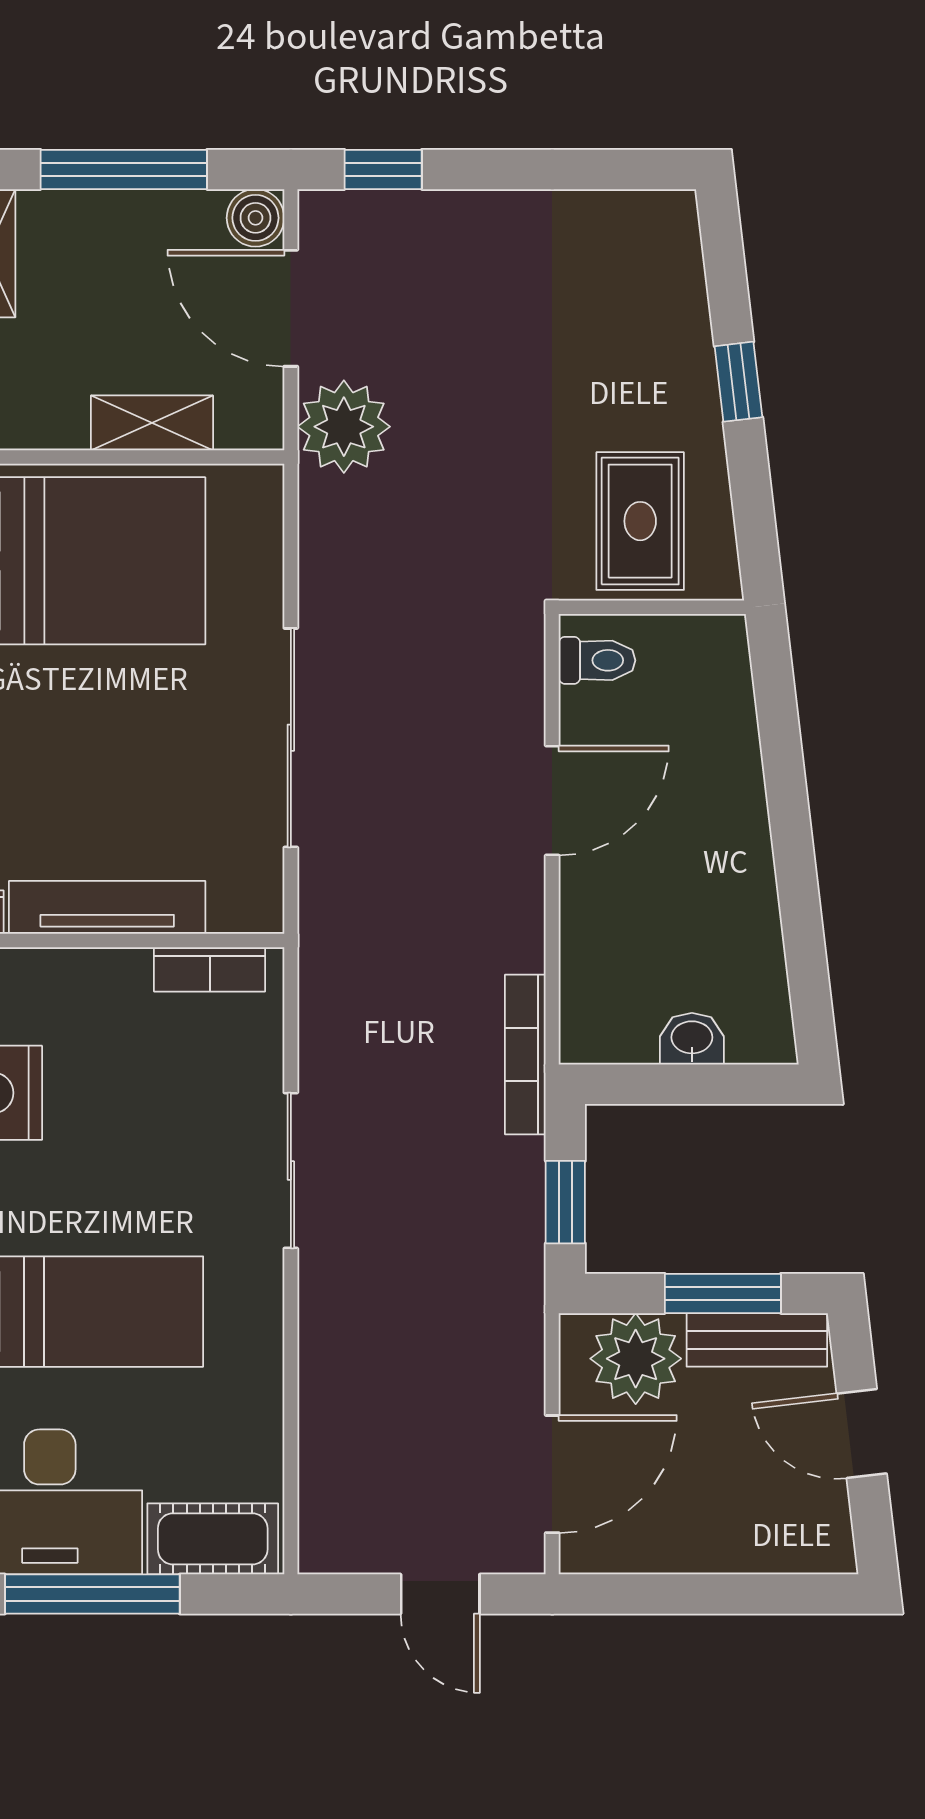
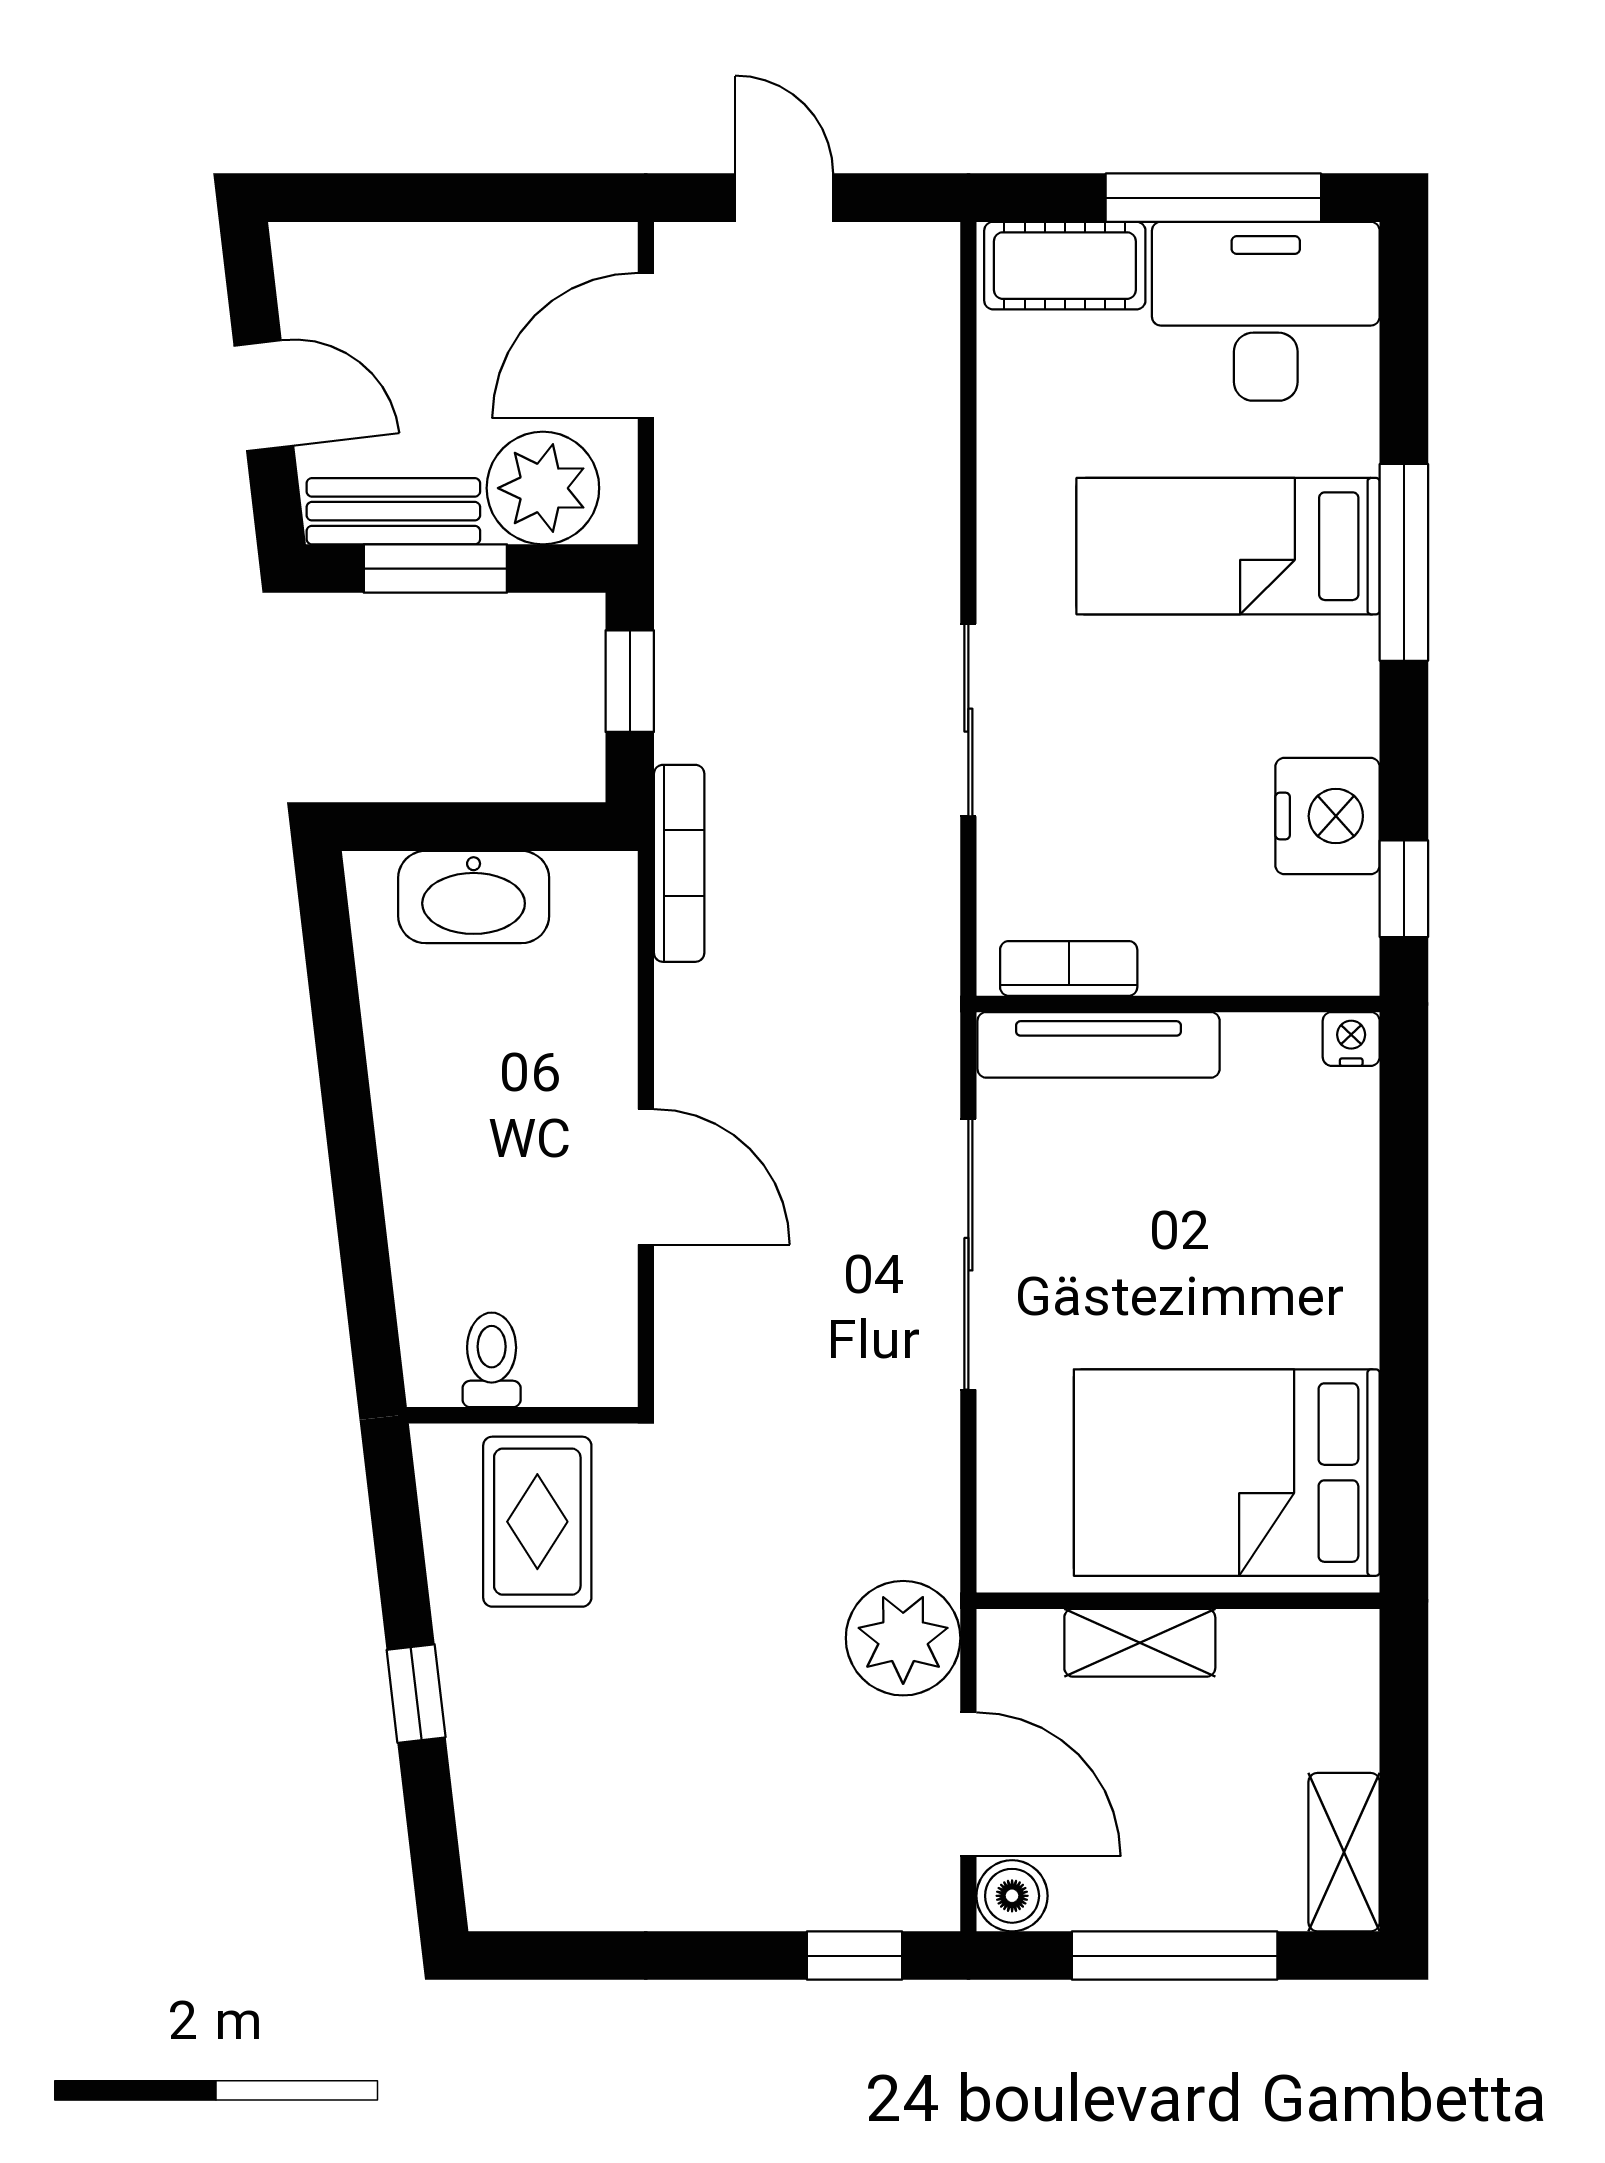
toilet: (597, 660) -> (492, 1360), moved, turned 90
door: (552, 800) -> (646, 1177), swing flipped
tv unit: (107, 907) -> (1099, 1045), moved
washbasin: (692, 1039) -> (474, 897), width x1.91, depth x1.45

